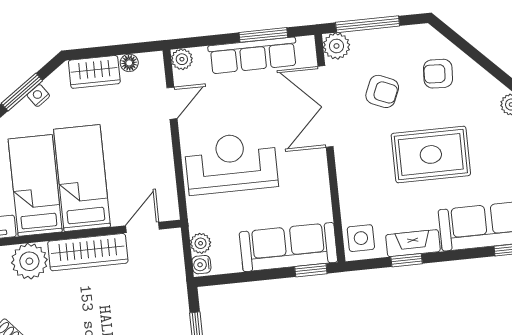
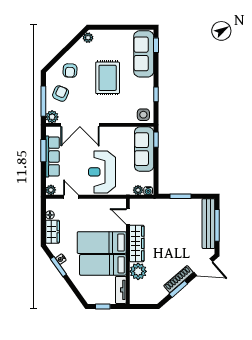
armchair: (382, 91) -> (61, 94), moved
fireplace: (413, 243) -> (148, 91), removed

